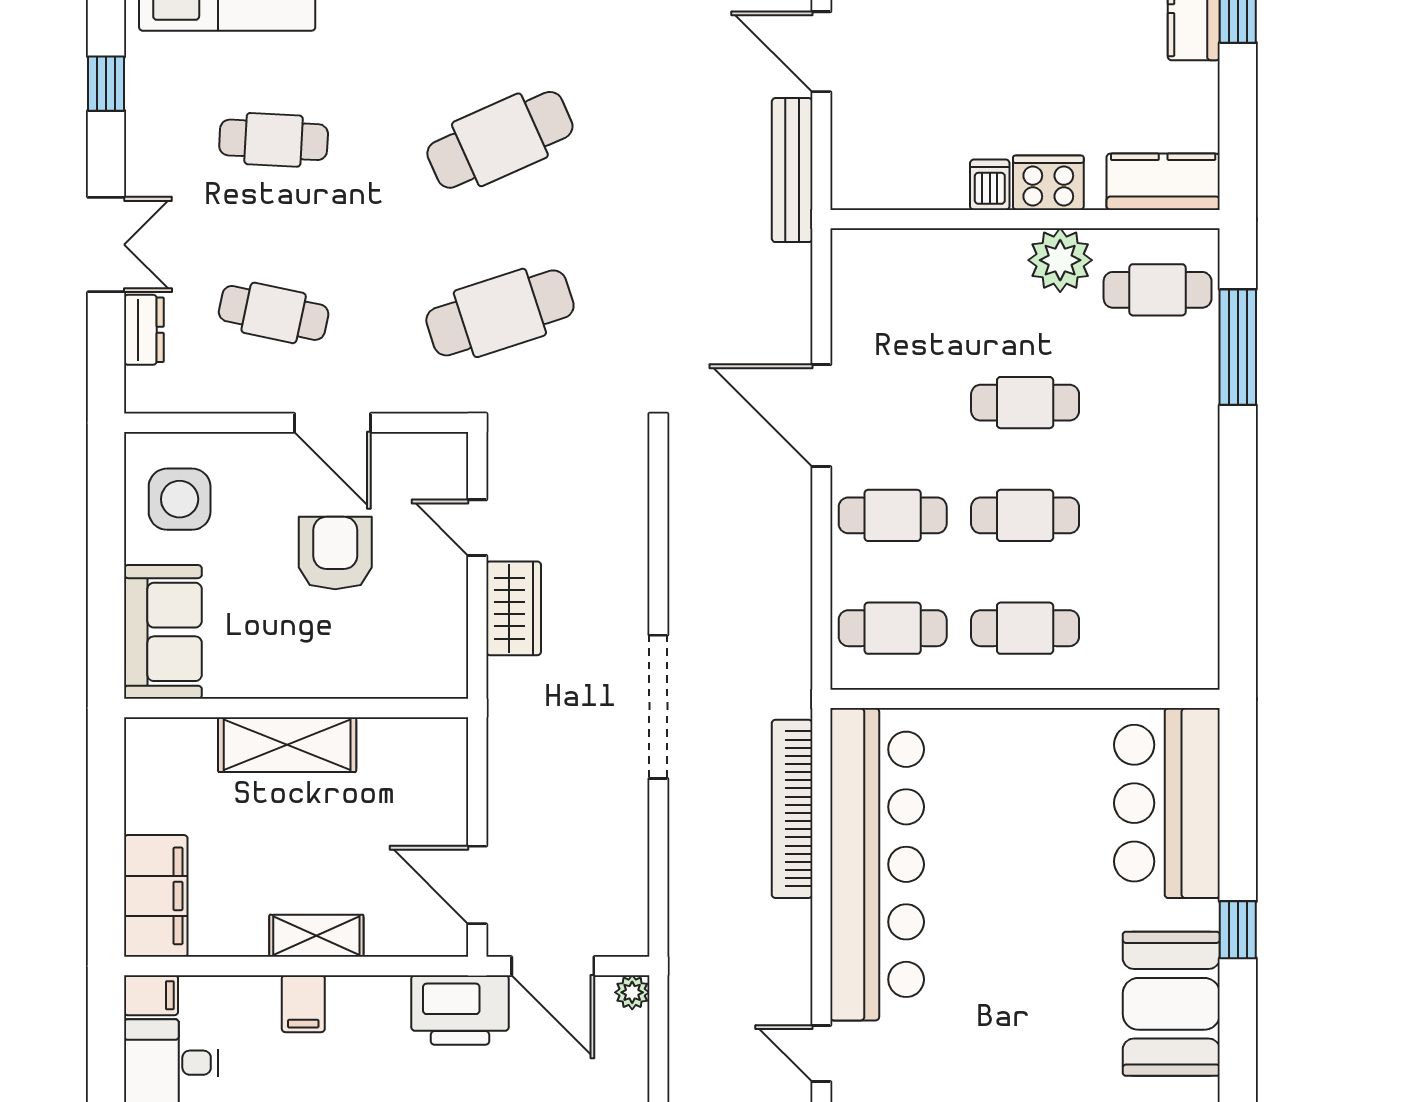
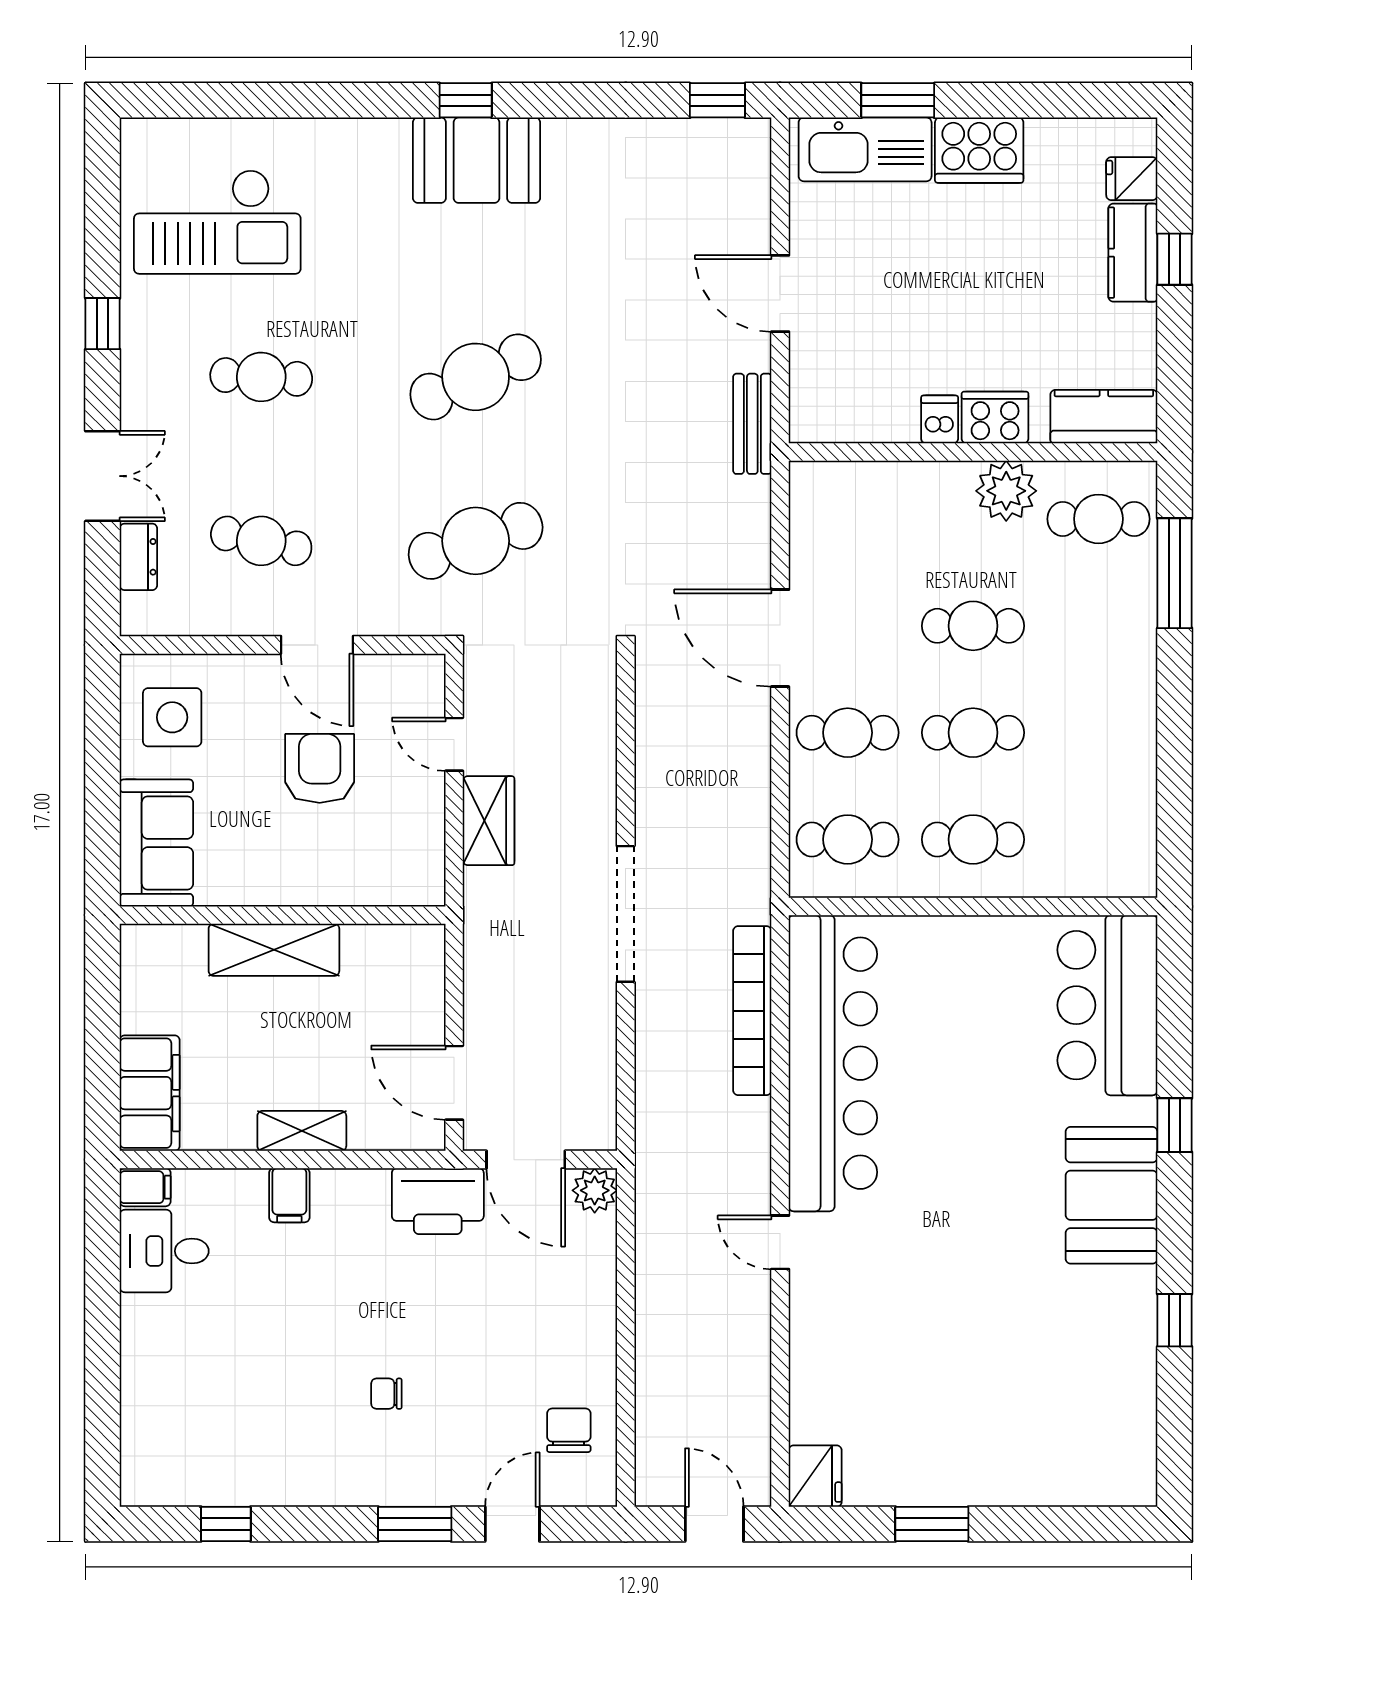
bench: (792, 170) -> (752, 424), width x0.73
plant: (632, 992) -> (595, 1190), width x1.38, depth x1.38

